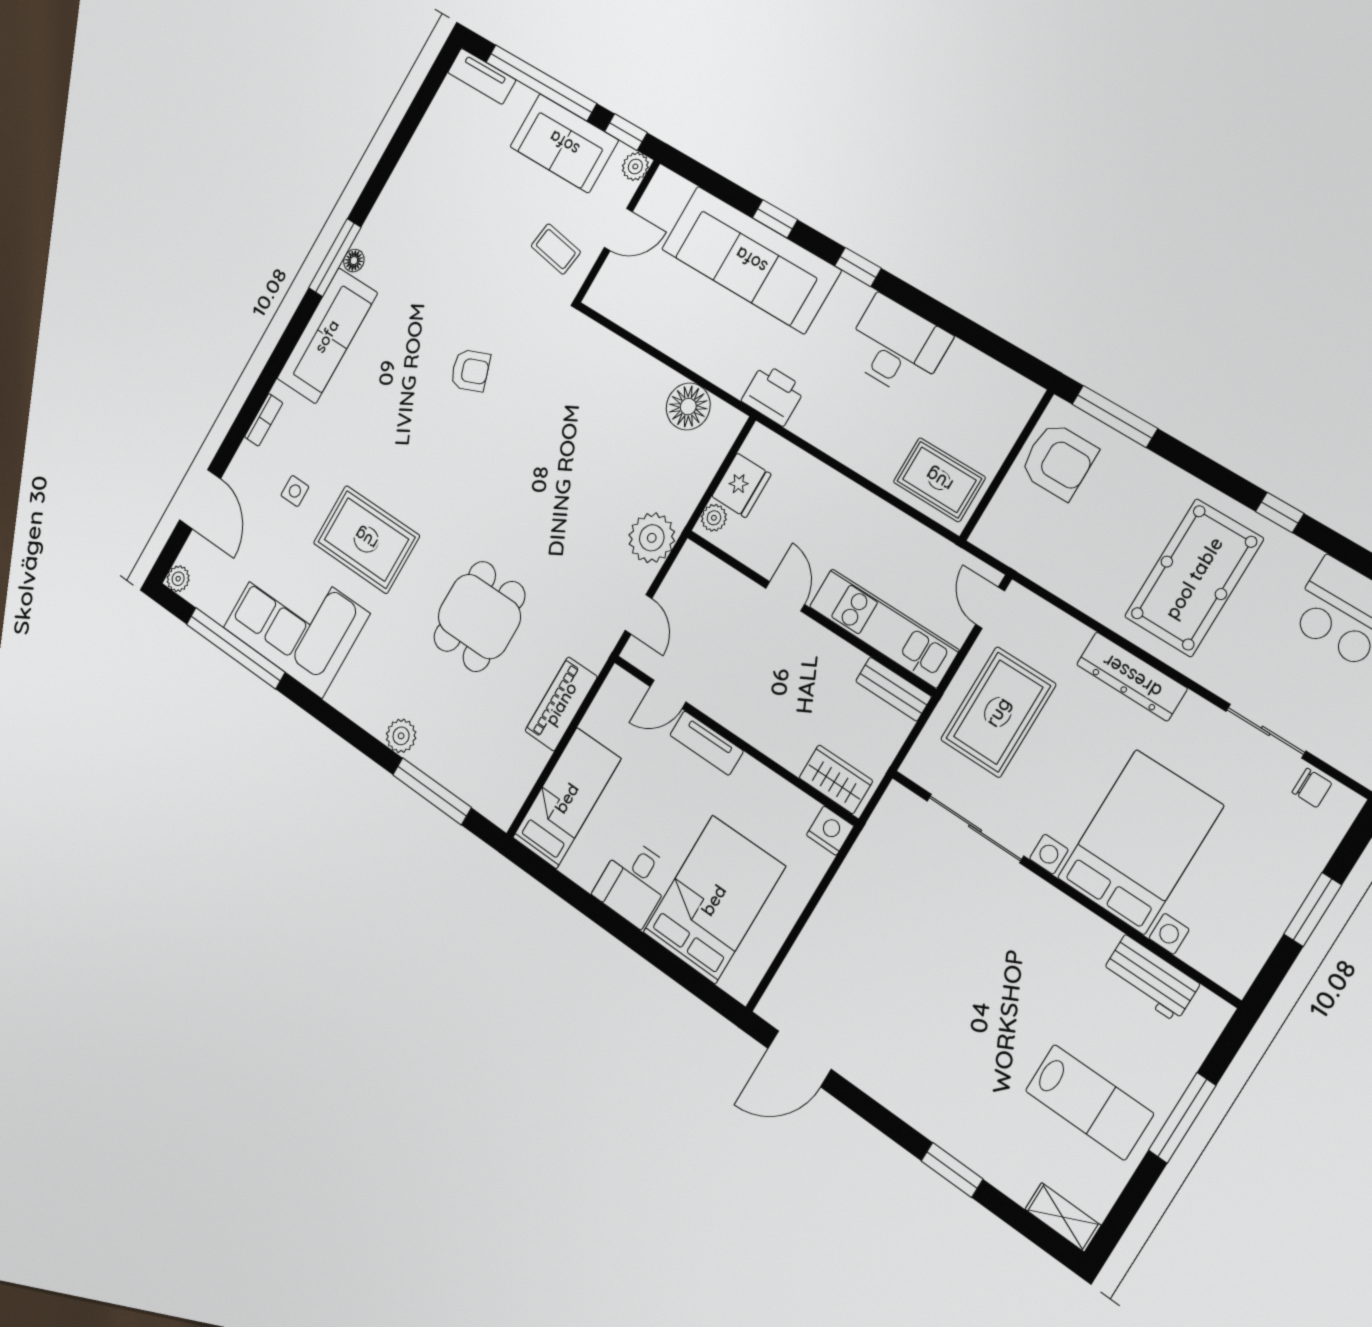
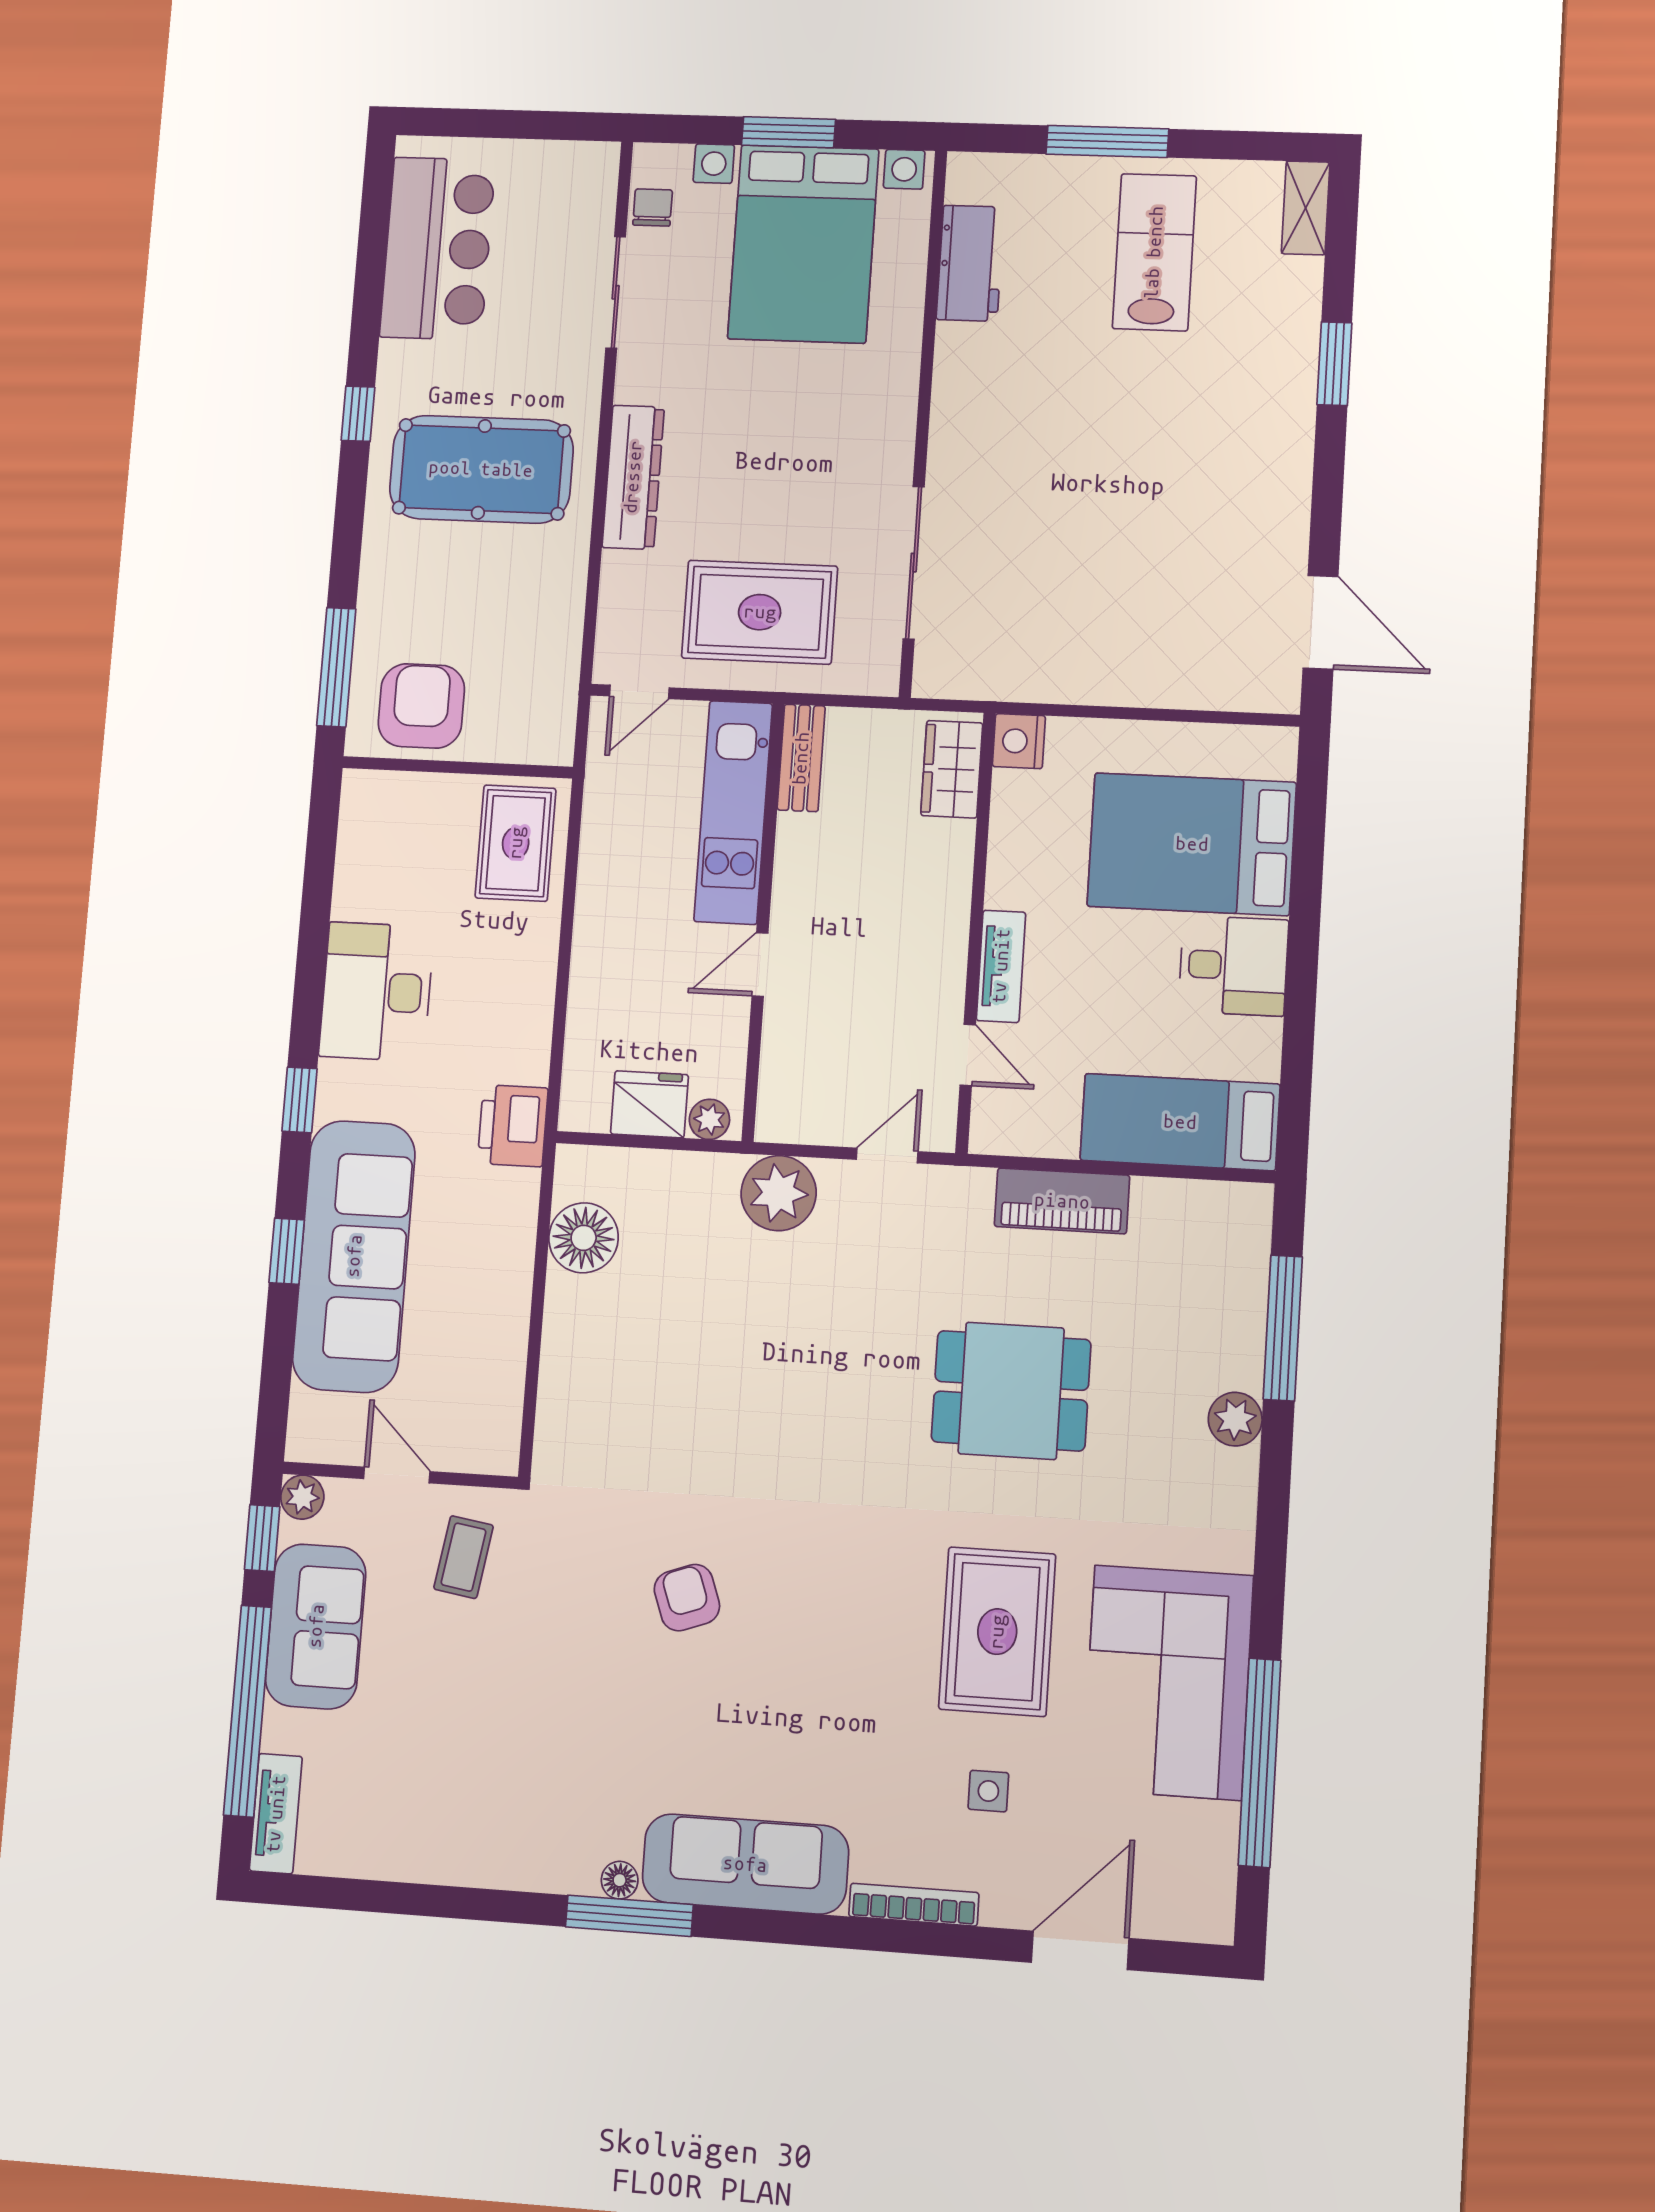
bookcase: (264, 420) -> (914, 1905), width x1.56
plant: (178, 579) -> (1213, 1922), removed
bed with nightstands: (1140, 842) -> (803, 244), moved, turned -90

